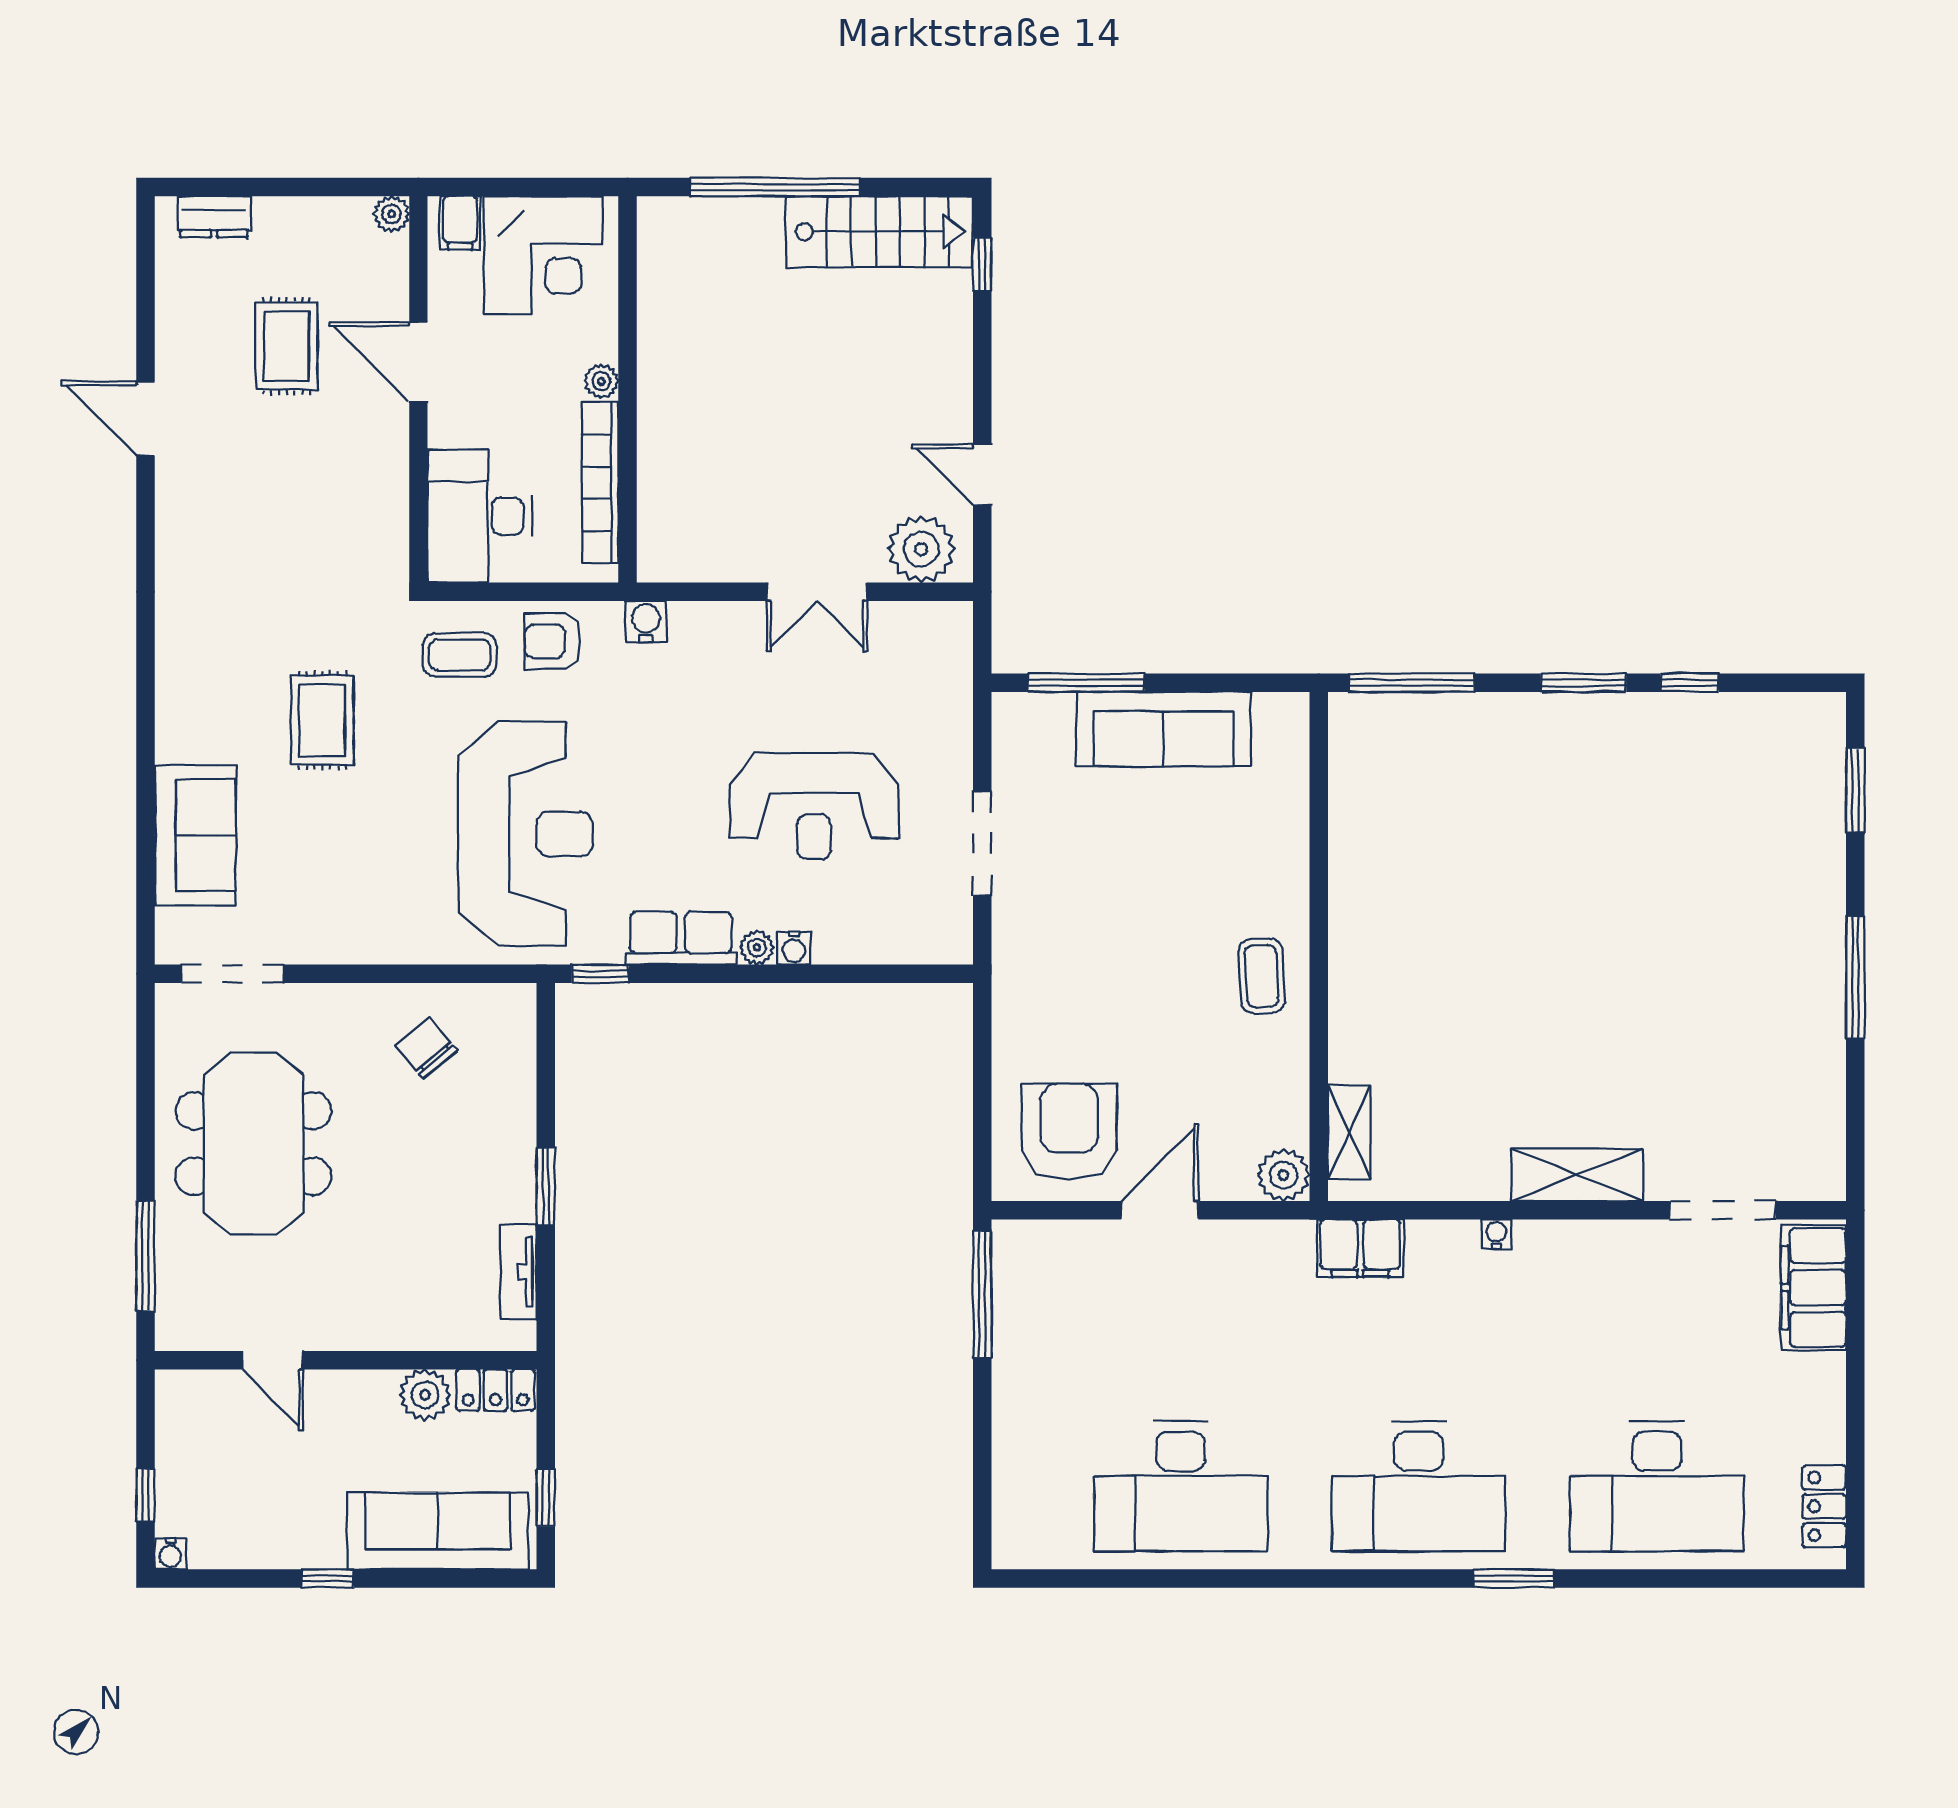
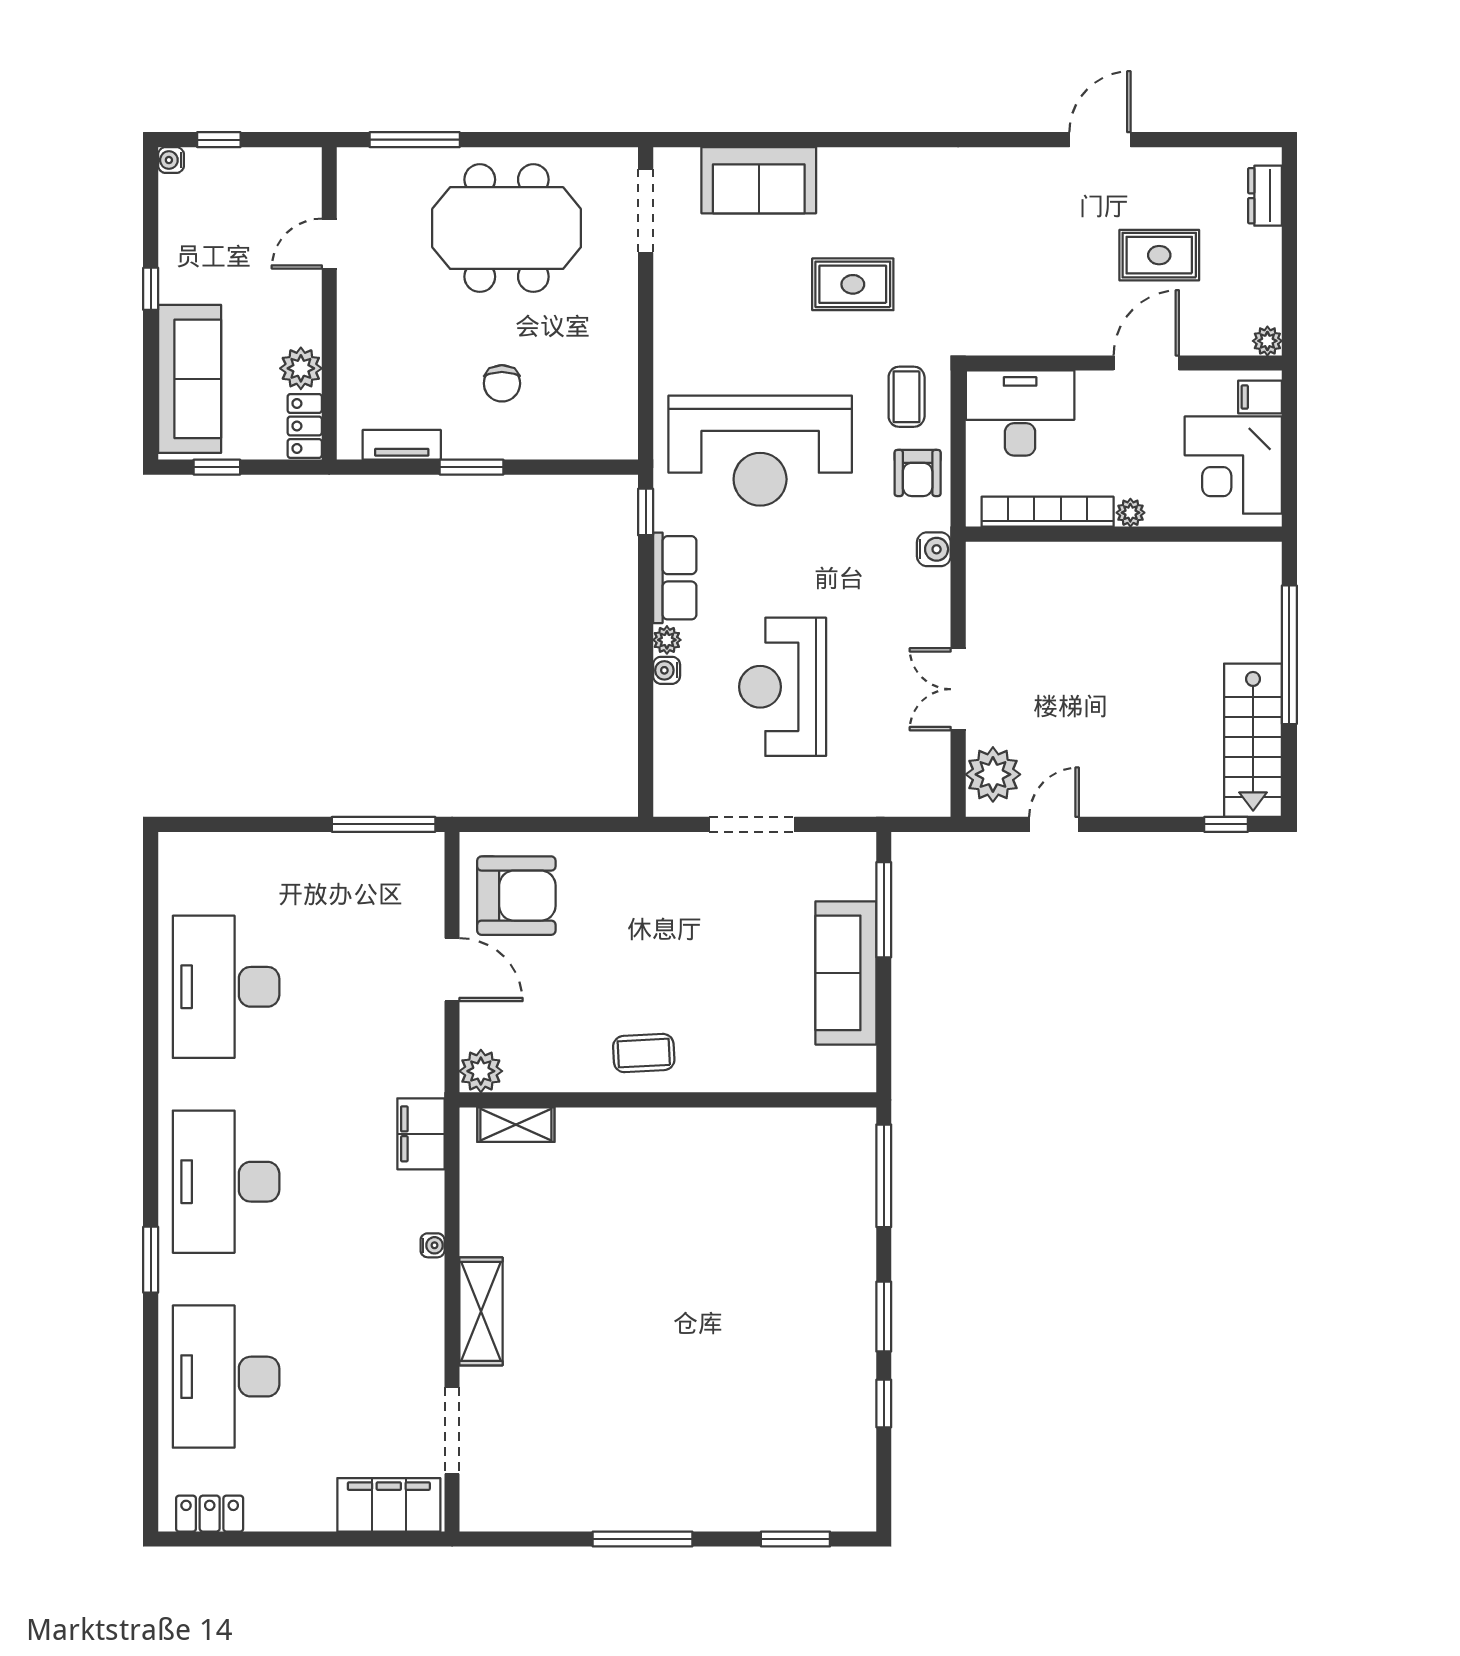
armchair: (553, 641) -> (918, 473), turned 180
chair: (426, 1048) -> (502, 383), moved, turned 129

